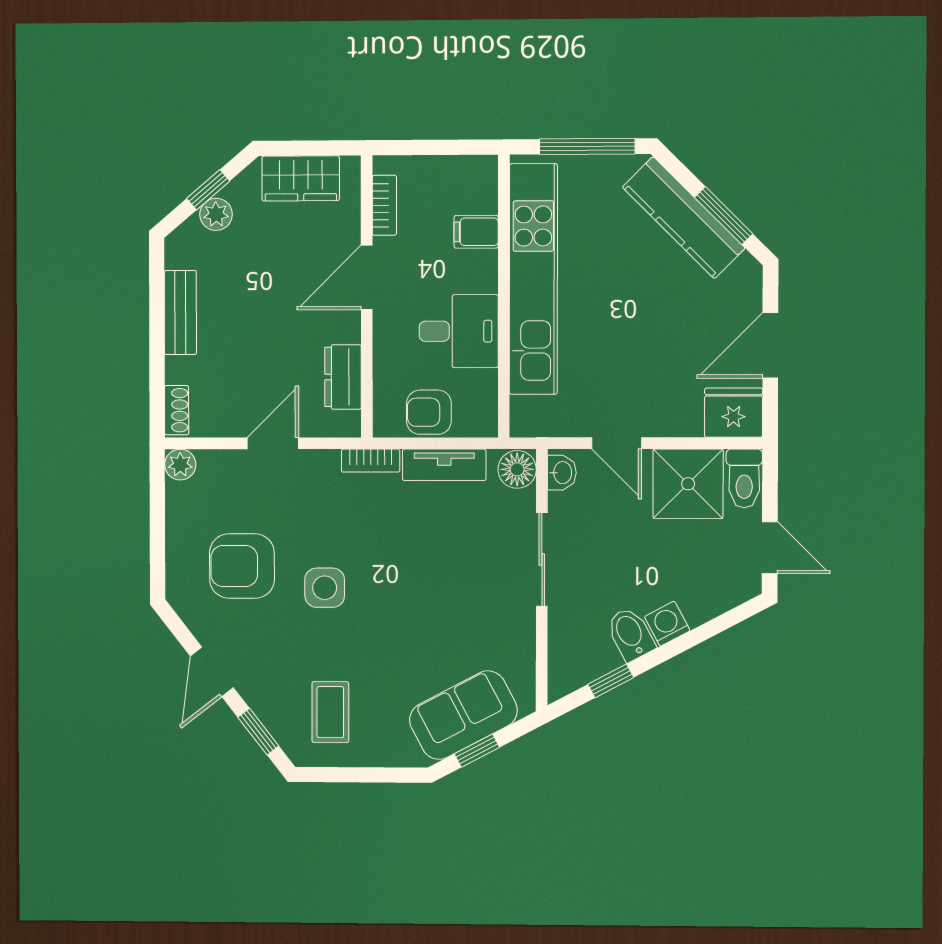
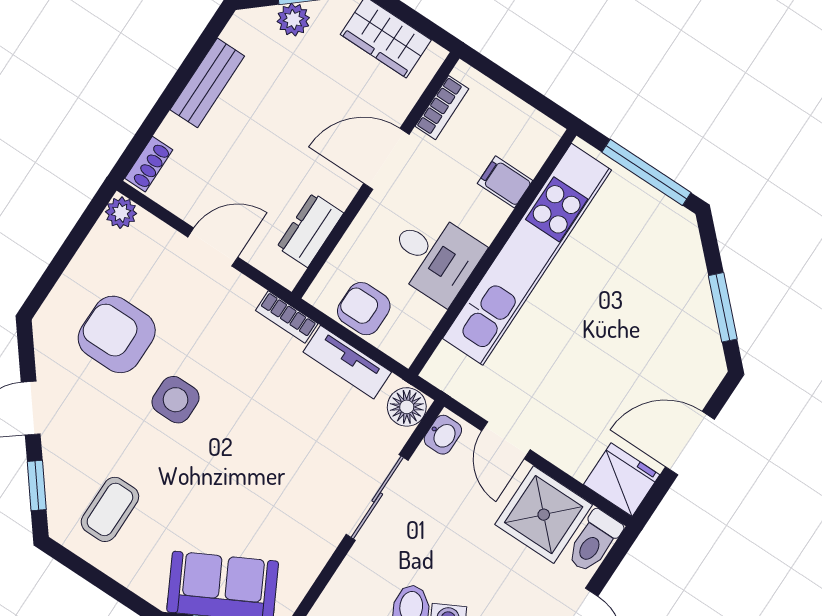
kitchen counter: (684, 218) -> (688, 287), removed

